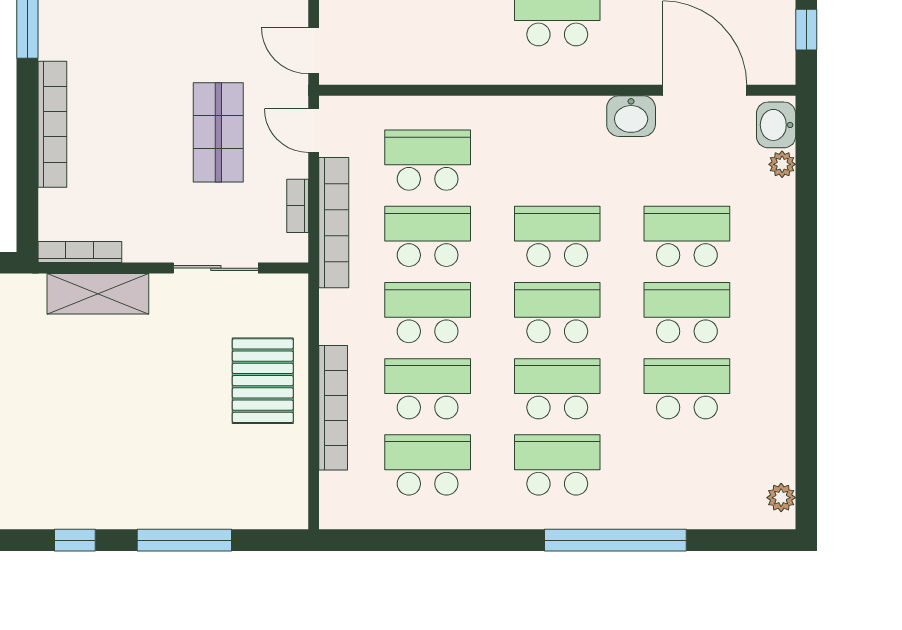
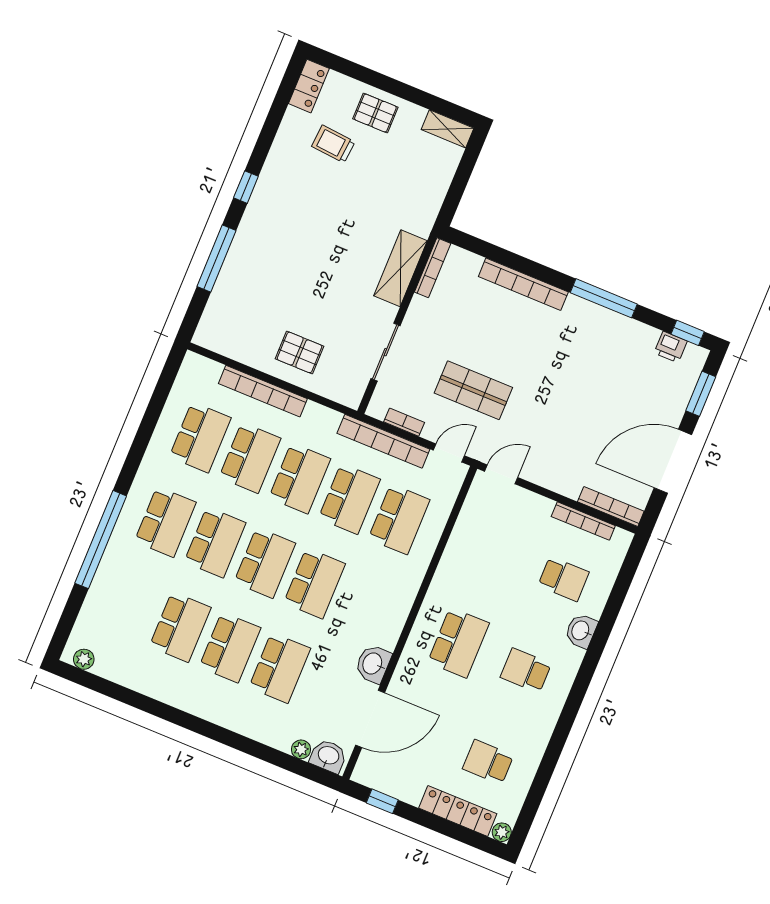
pallet: (263, 381) -> (299, 352), width x0.67, depth x0.71

